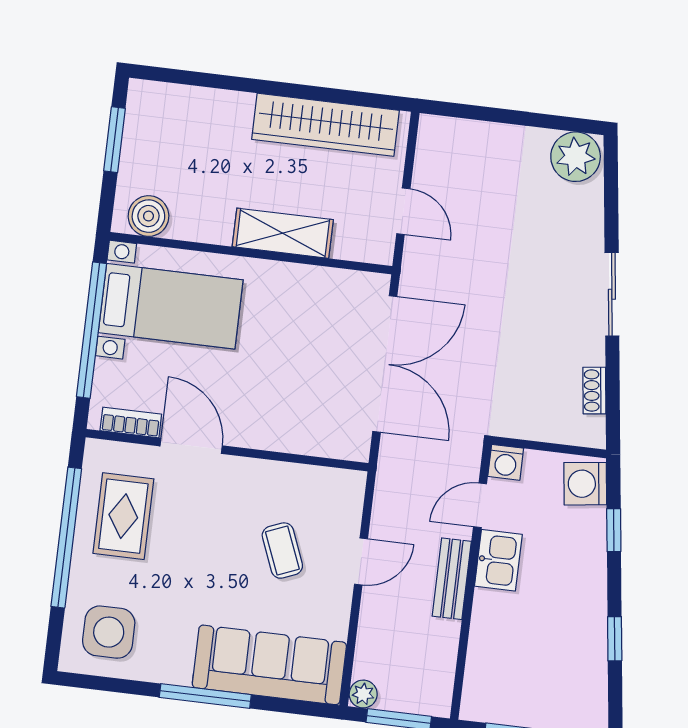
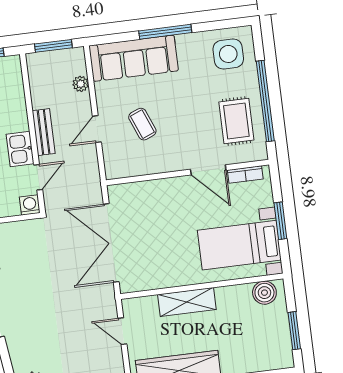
window: (91, 330) -> (280, 221), width x0.47
plant: (363, 694) -> (81, 84), moved

